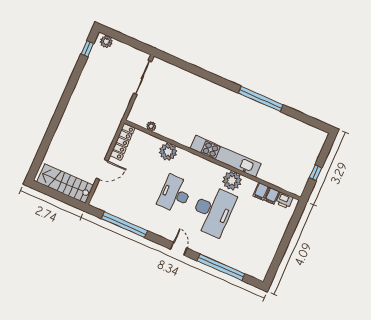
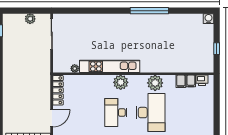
plant: (106, 42) -> (30, 19), moved
water cooler: (321, 136) -> (209, 19), added
plant: (168, 152) -> (121, 82), moved
kitchen unit: (226, 156) -> (110, 66), moved

